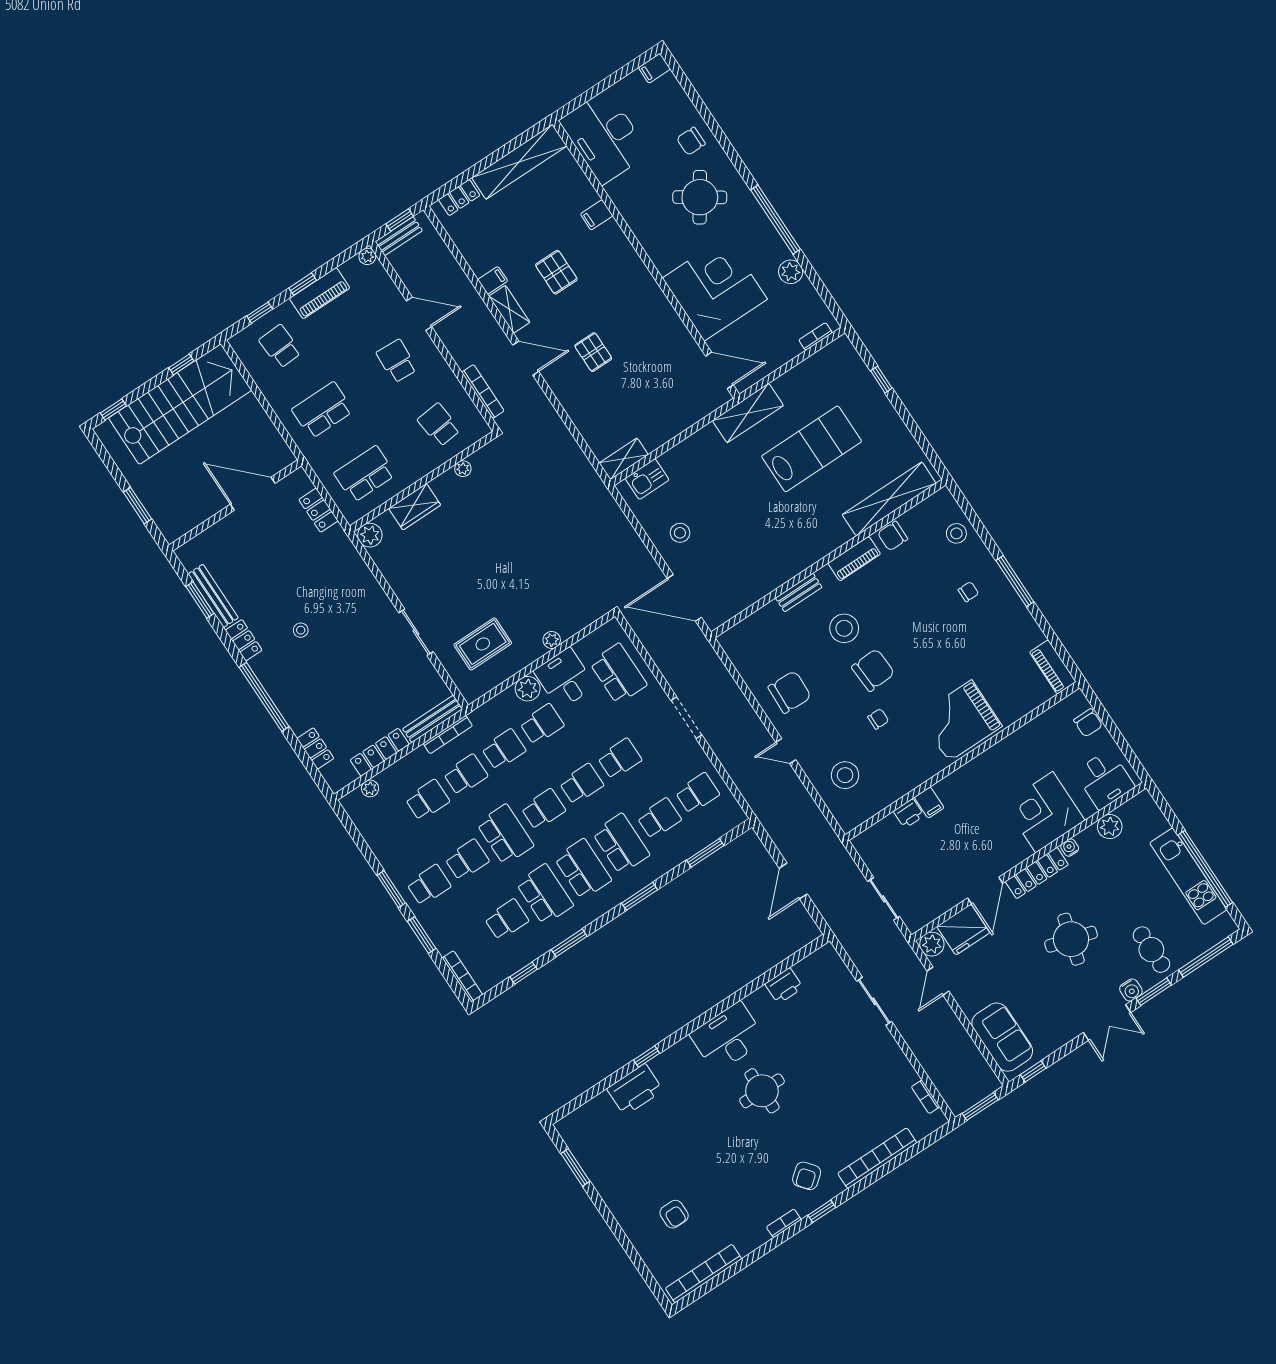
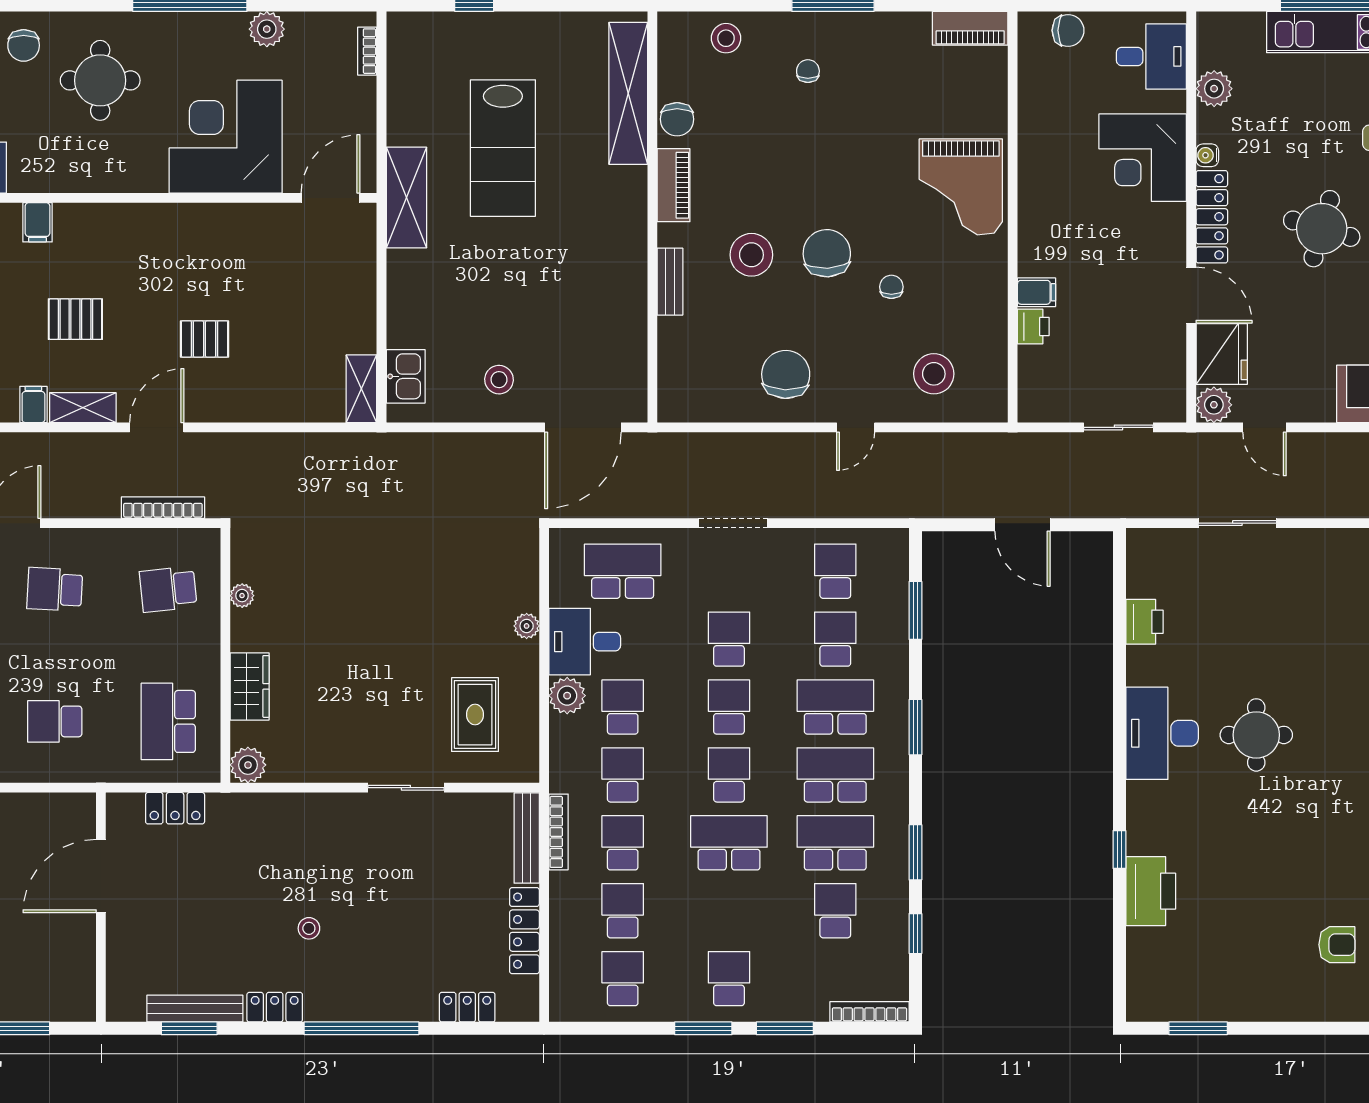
round table: (700, 197) -> (100, 80), turned -34
school desk: (322, 410) -> (55, 721), width x0.54
lab bench: (812, 449) -> (503, 148), turned 180
plant: (370, 788) -> (561, 972), removed
school desk: (467, 860) -> (623, 979), moved

